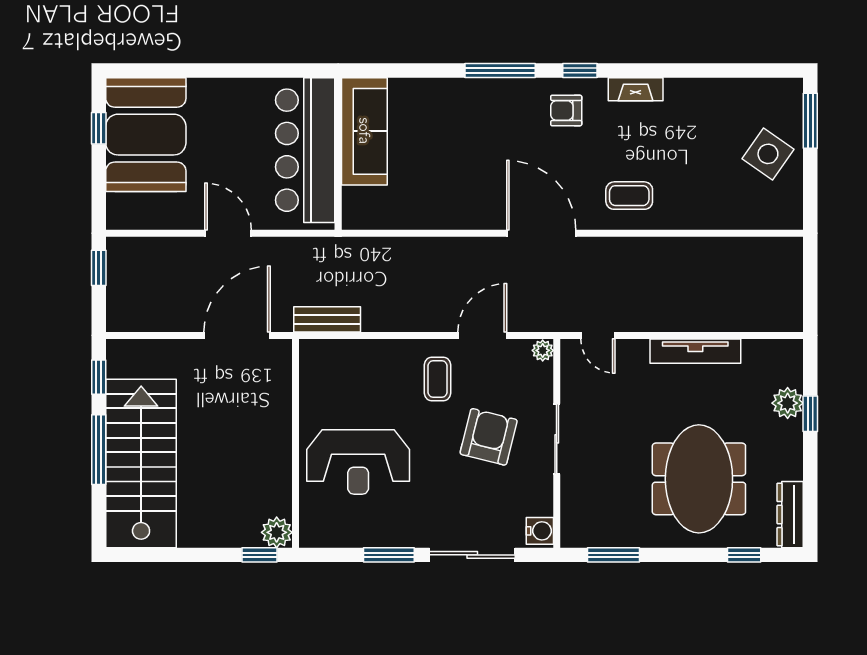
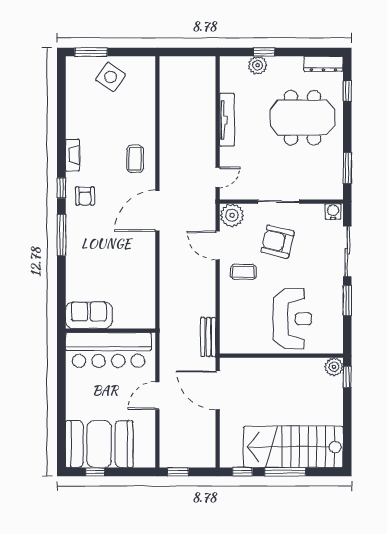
sofa: (364, 131) -> (89, 315), width x0.73
plant: (543, 350) -> (232, 215), width x1.87, depth x1.87

